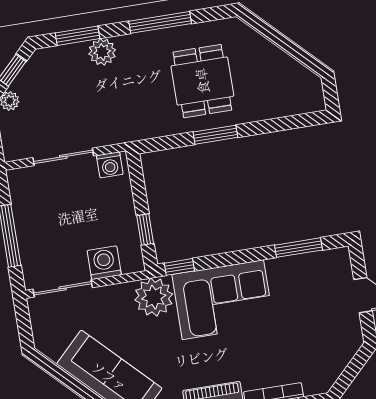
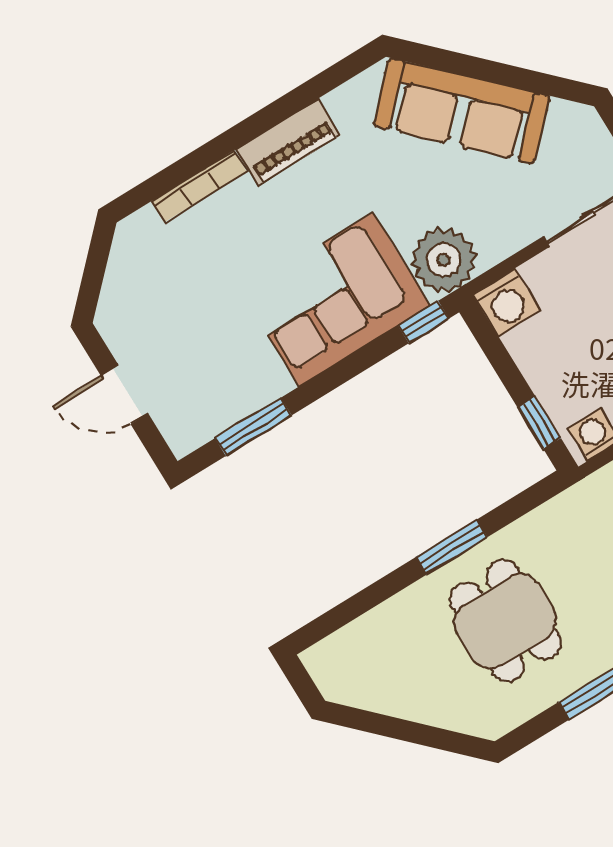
window: (145, 229) -> (539, 423), moved
washing machine: (104, 263) -> (506, 302), moved

